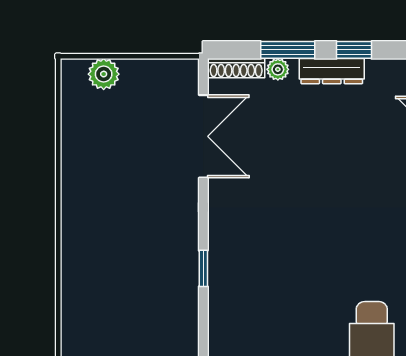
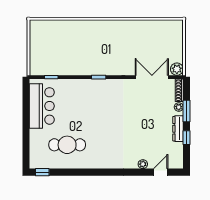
plant: (104, 74) -> (177, 69), moved
double door: (203, 136) -> (152, 77), swing flipped

